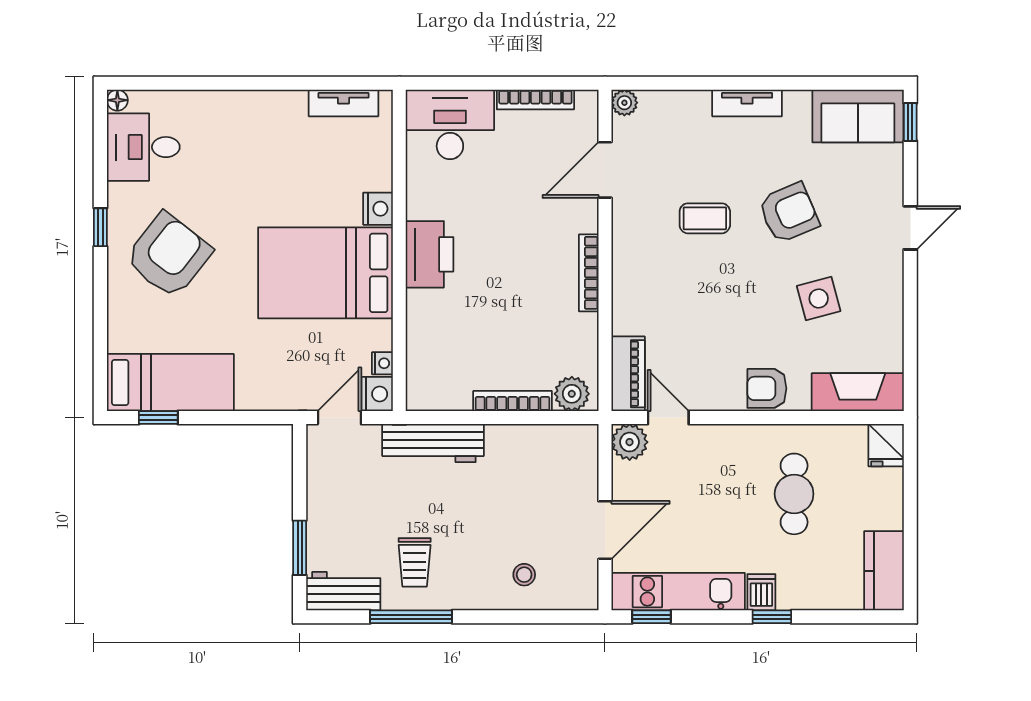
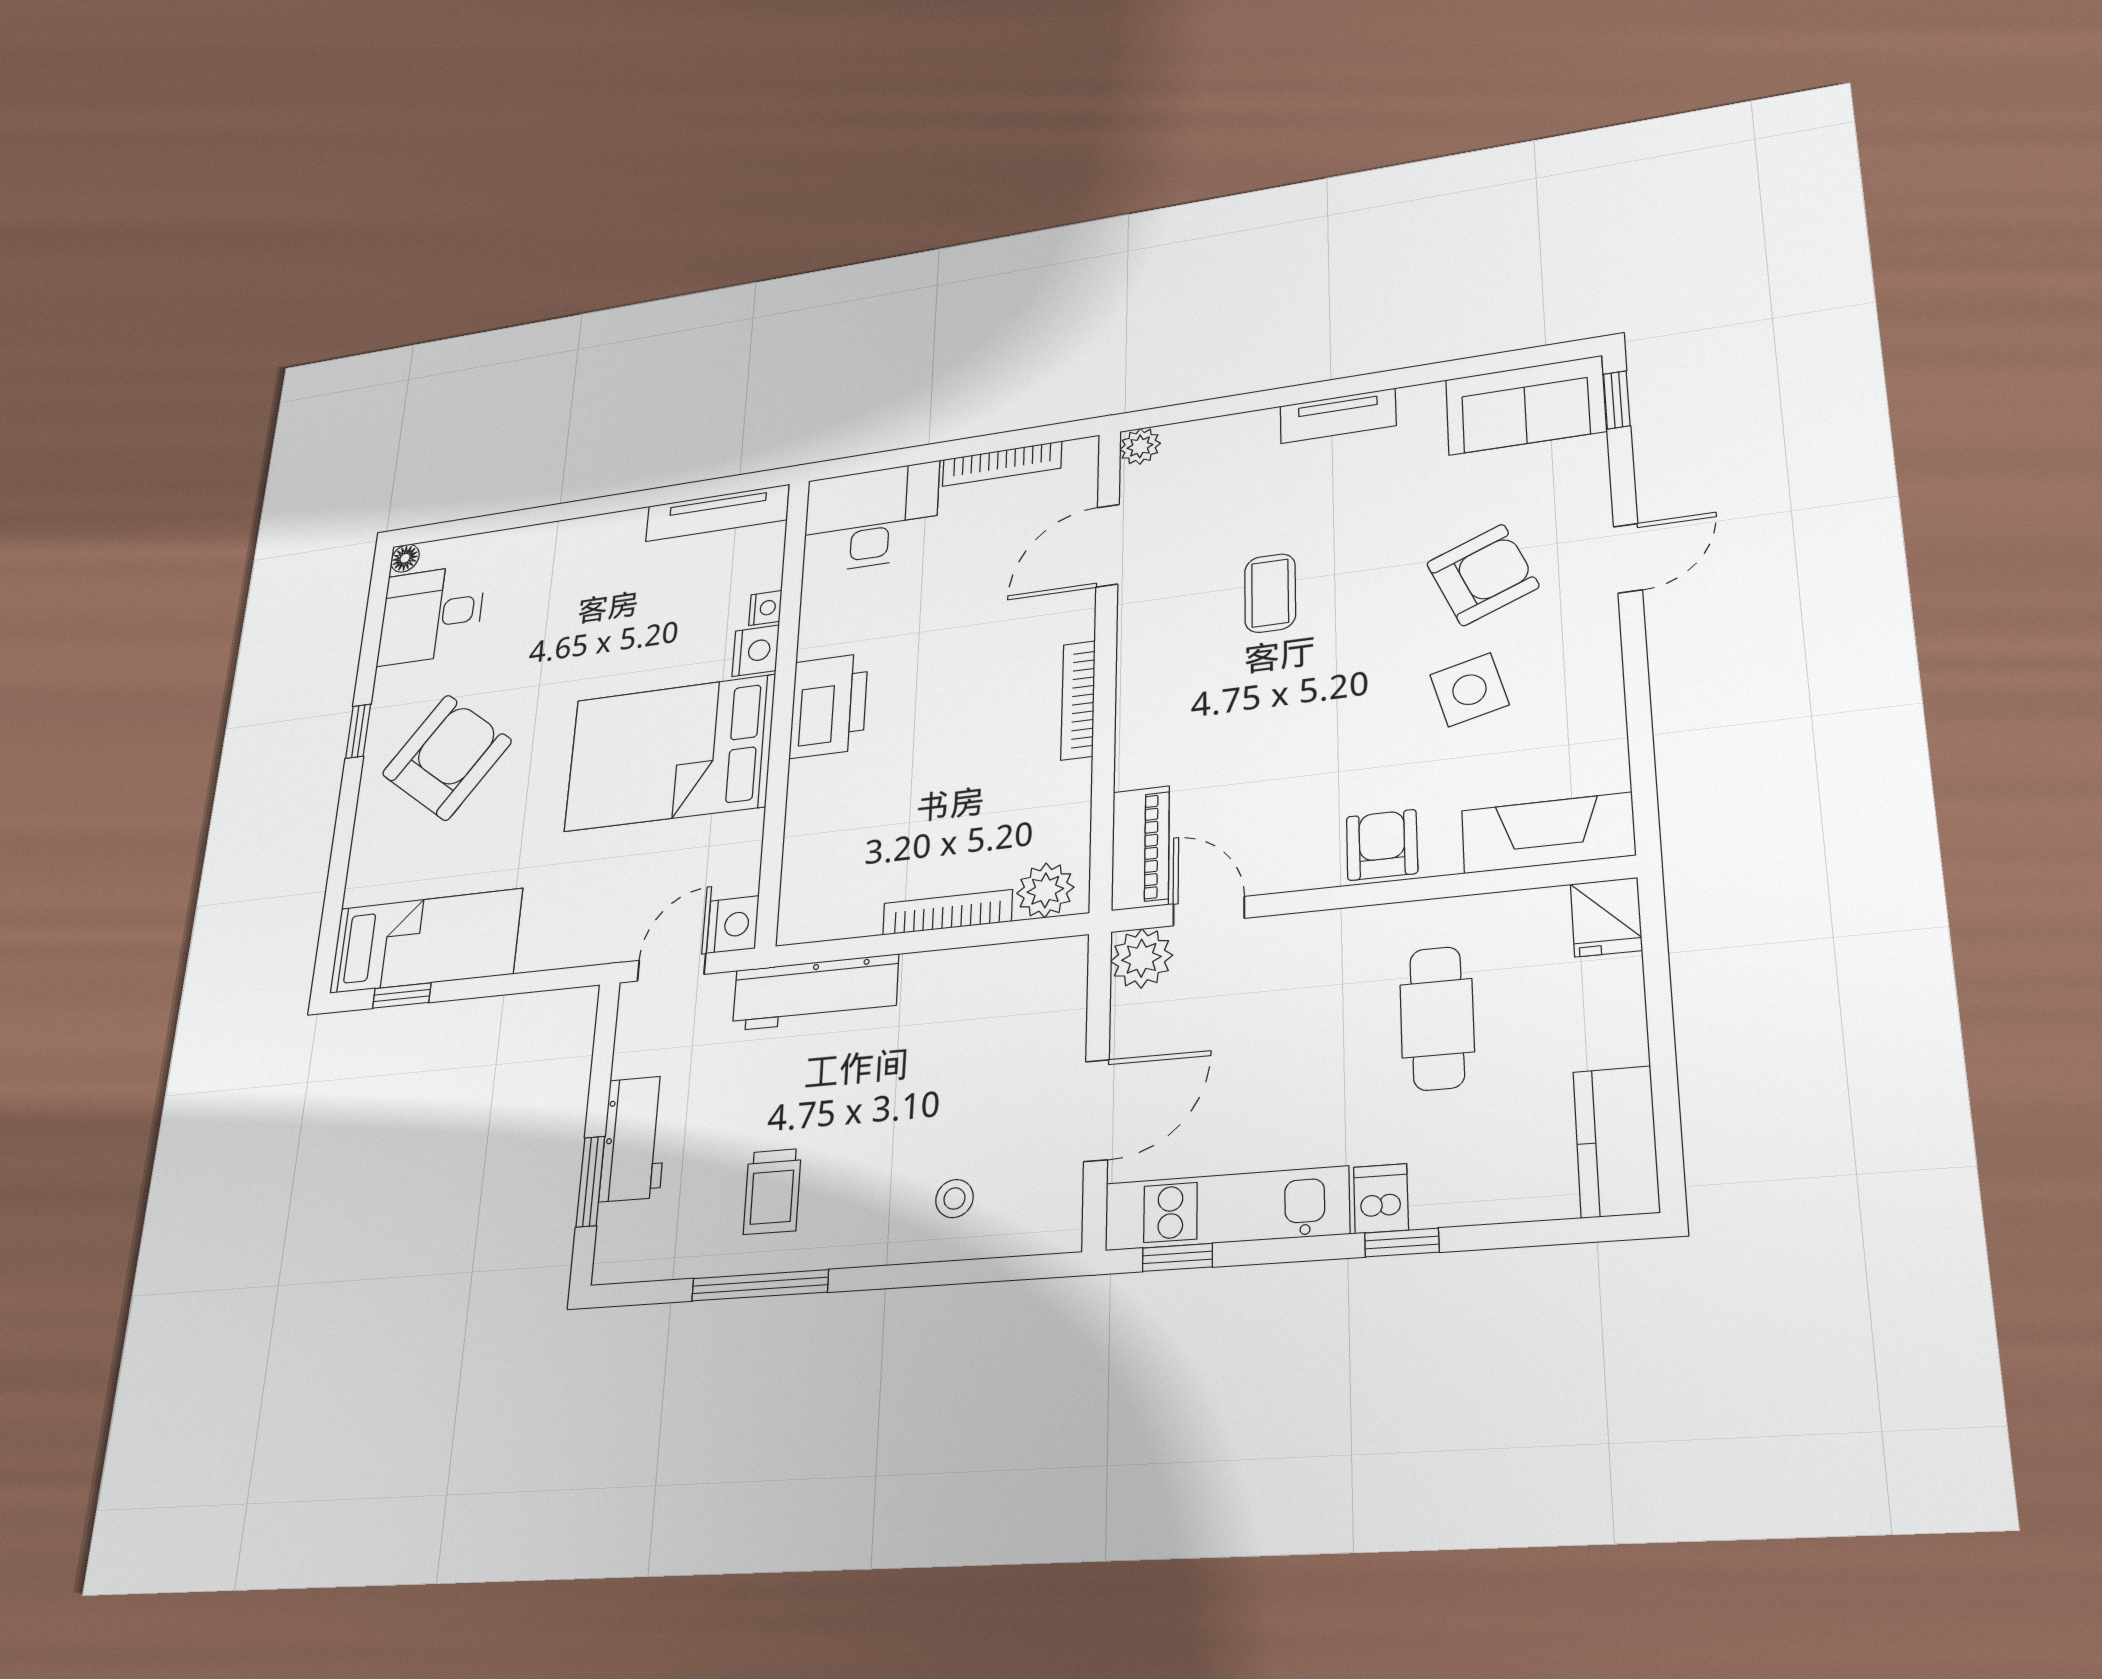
tv unit: (343, 103) -> (717, 513), width x1.41
armchair: (789, 213) -> (1483, 575), moved
coffee table: (705, 218) -> (1270, 593), turned 90
nightstand: (382, 363) -> (765, 608), moved
armchair: (767, 388) -> (1382, 845), turned 90
workbench: (343, 591) -> (634, 1138), moved, turned 90

